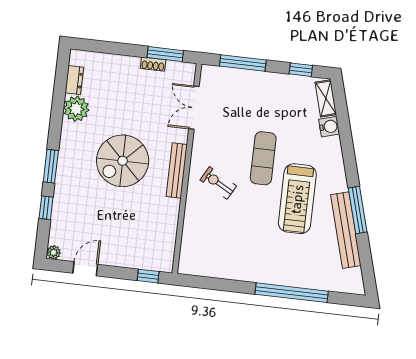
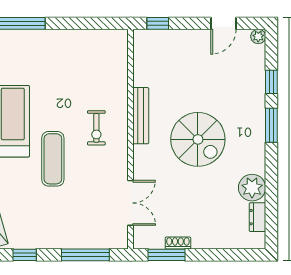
spiral stairs: (123, 161) -> (198, 139), turned 90
bench: (177, 171) -> (141, 116), moved
exercise bike: (218, 183) -> (96, 128), turned 61

